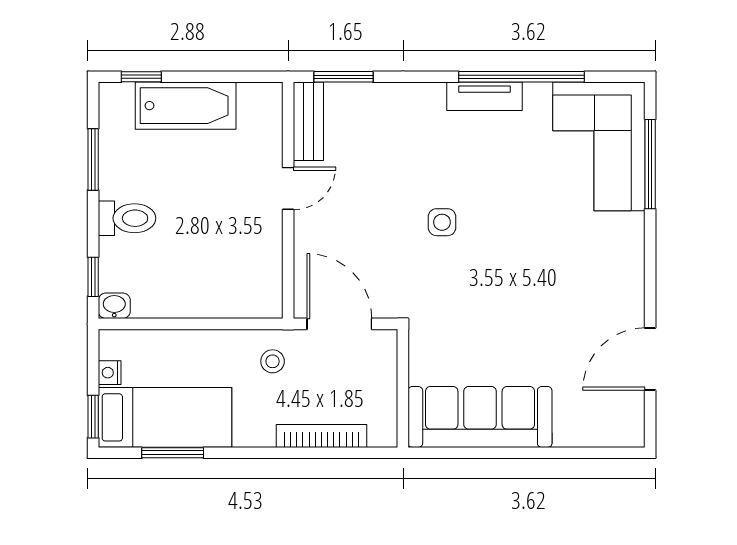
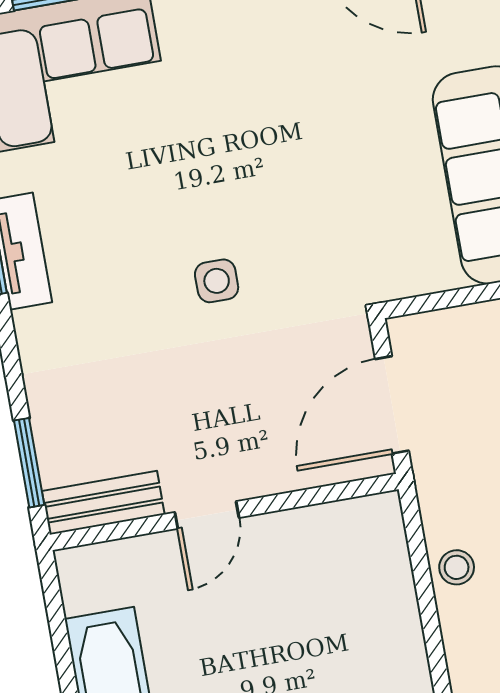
door: (288, 188) -> (207, 515), swing flipped
stool: (273, 361) -> (457, 567), moved

